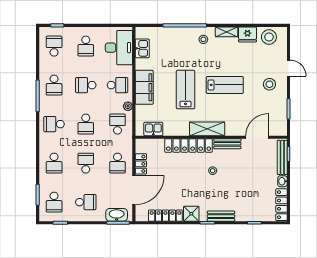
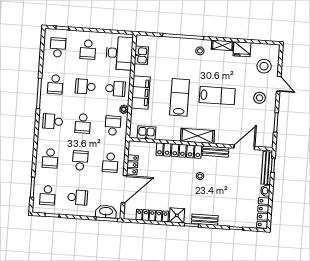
stool: (269, 37) -> (264, 66), moved

